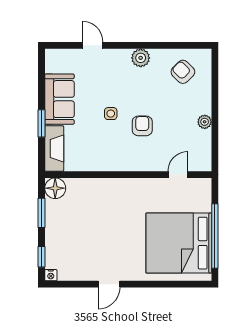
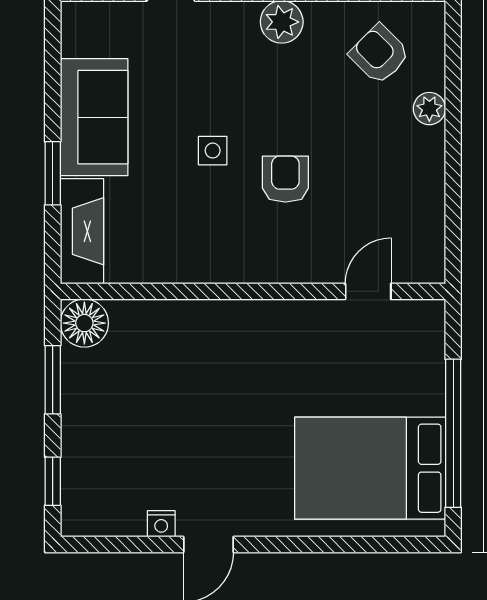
plant: (205, 122) -> (429, 109), moved
bed: (179, 243) -> (370, 468), width x0.73
nightstand: (51, 275) -> (161, 524), moved

